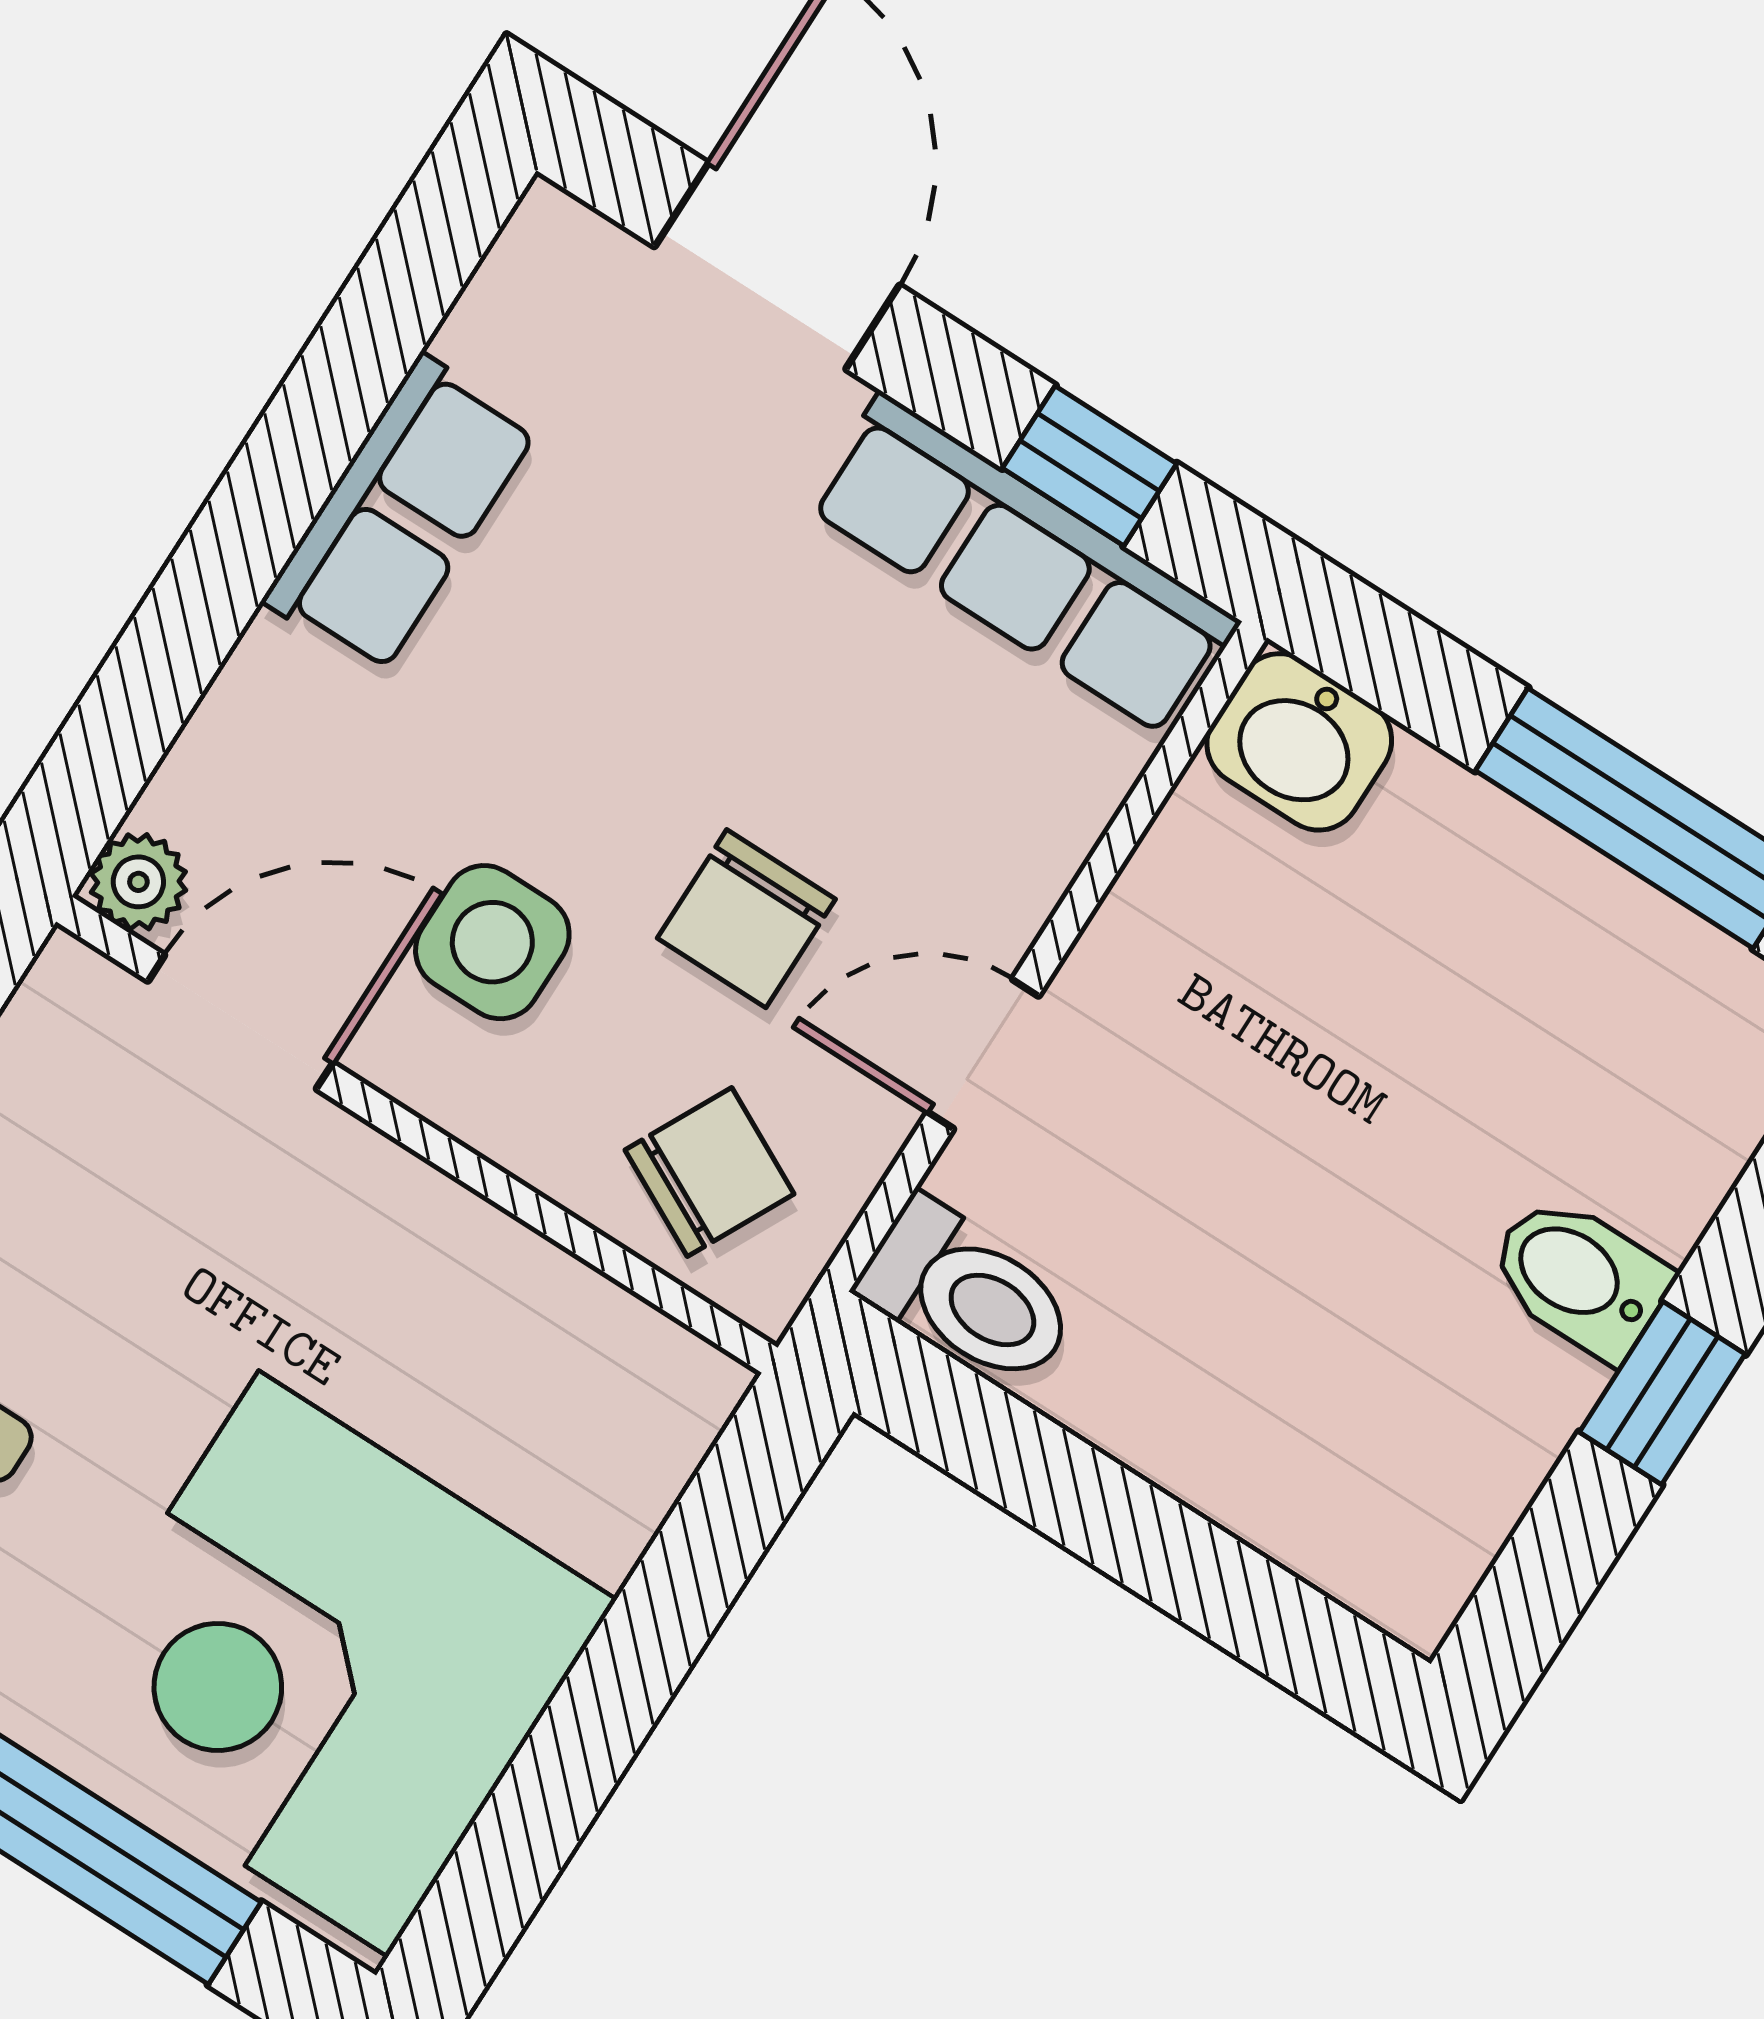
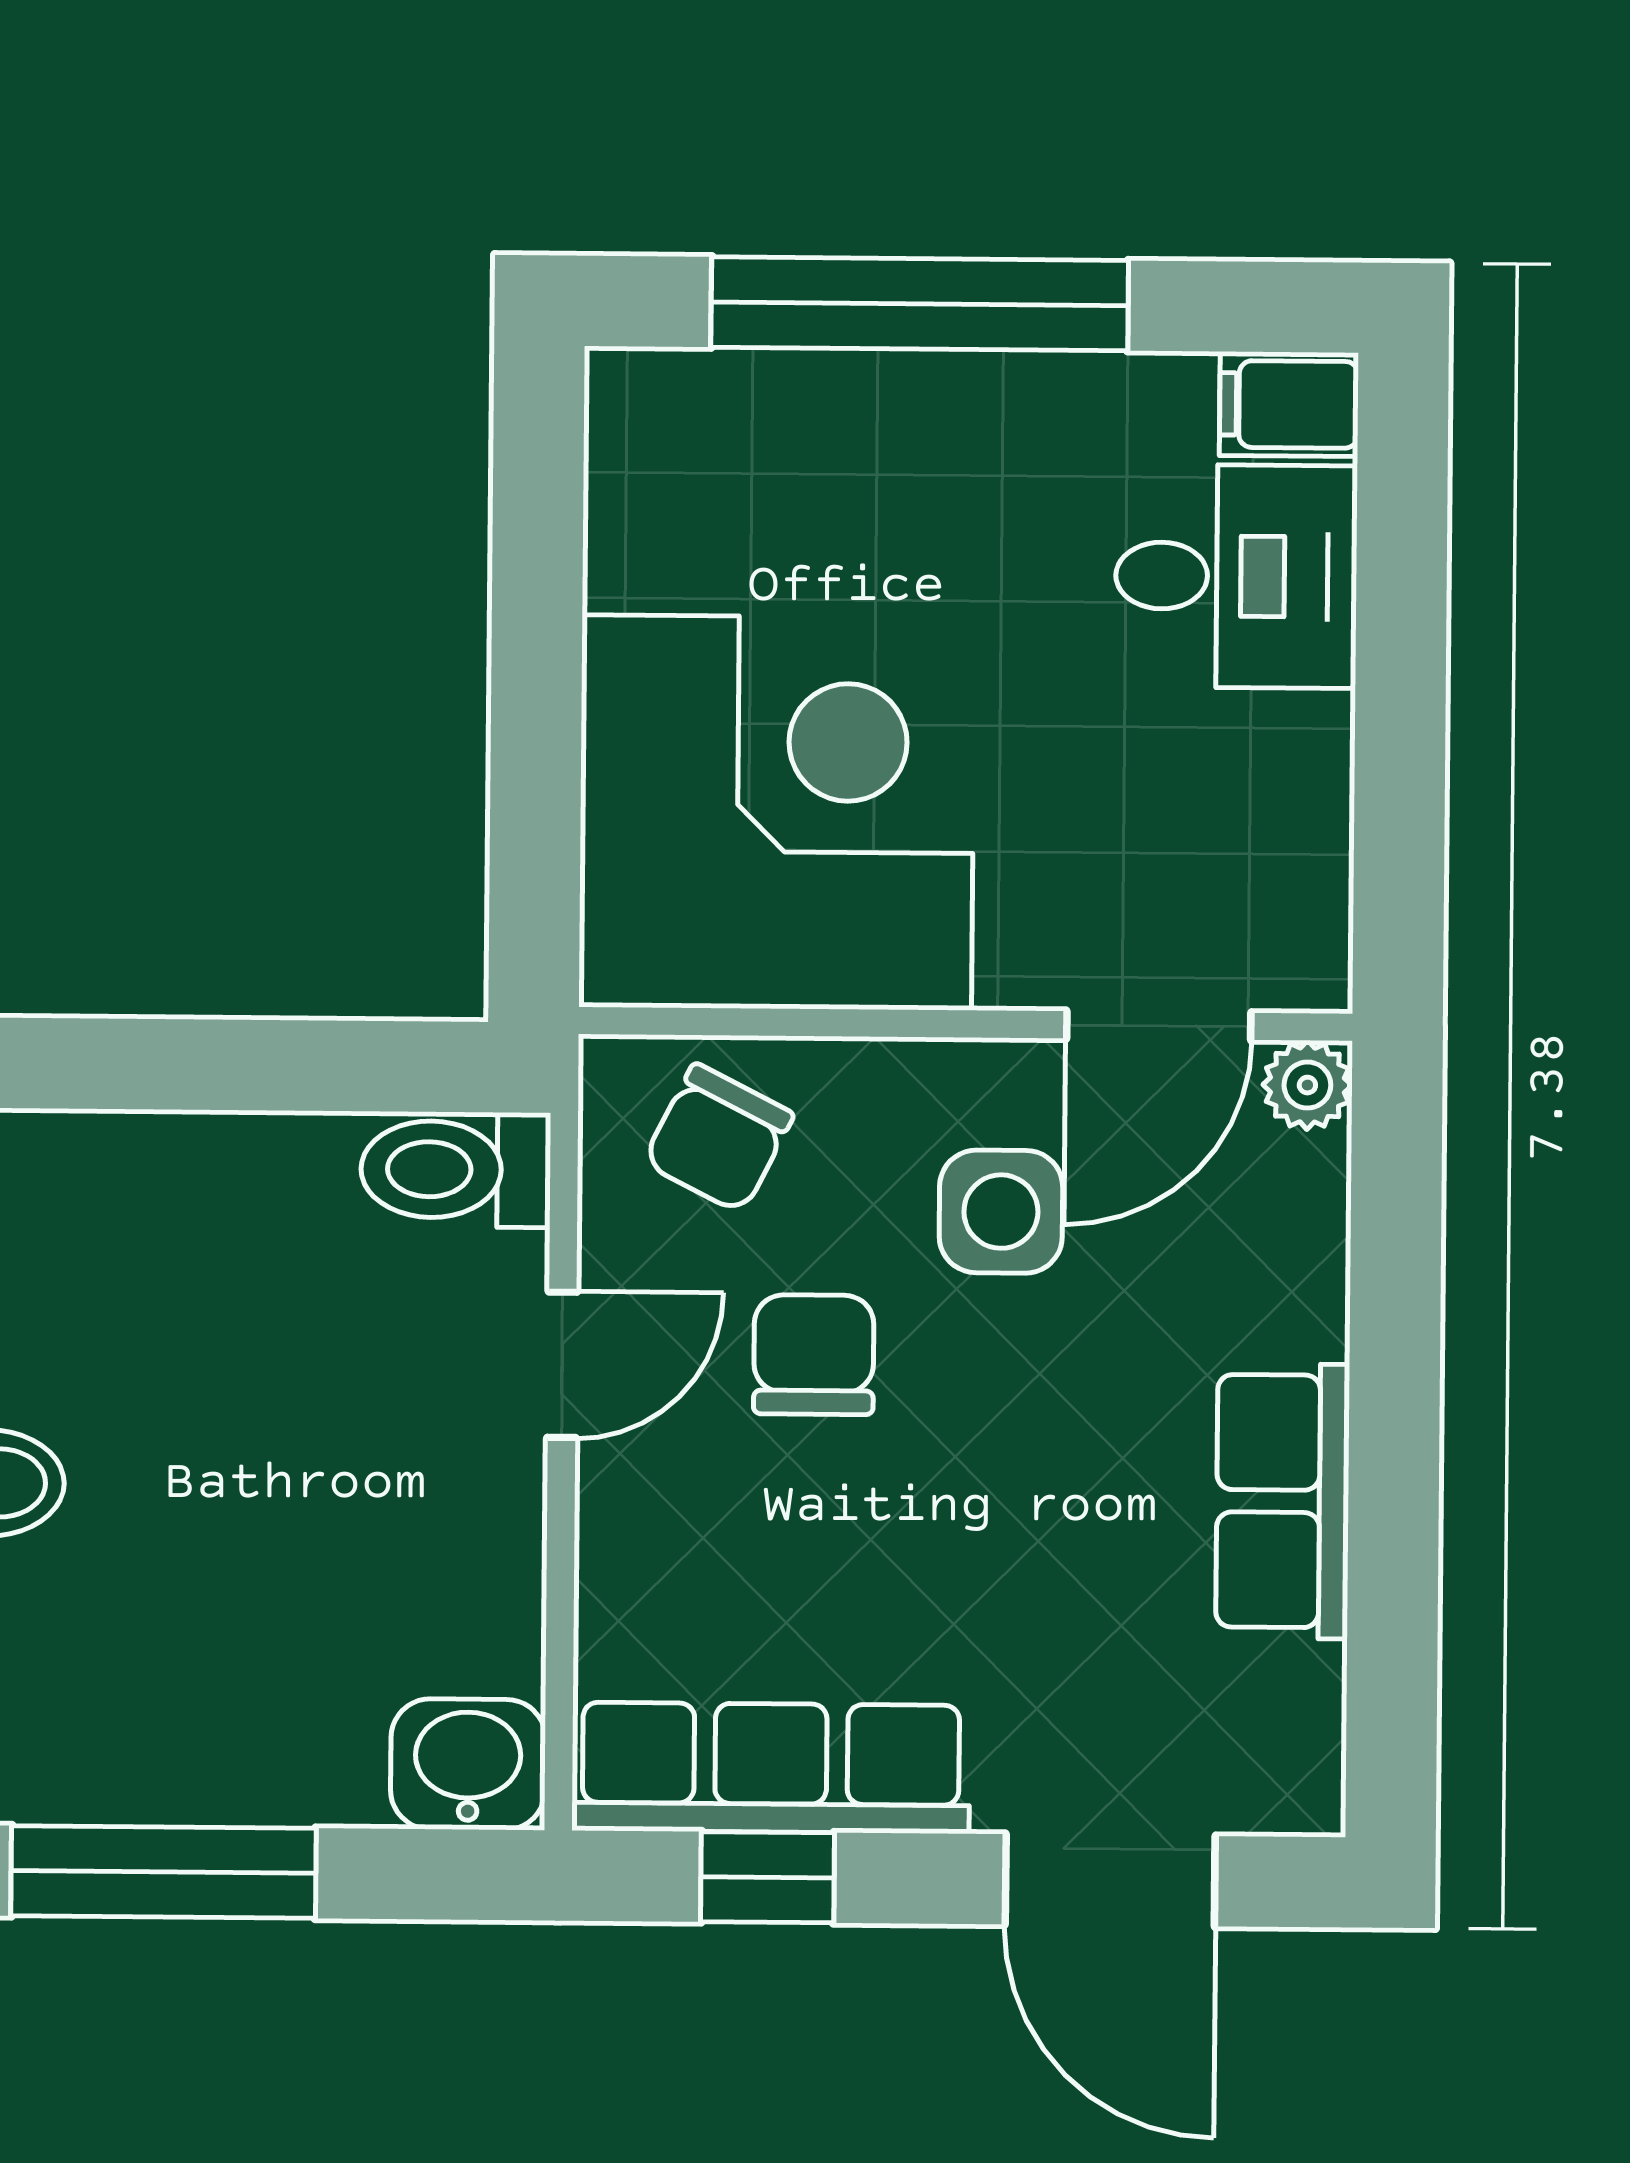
corner desk: (323, 1664) -> (777, 812), moved

